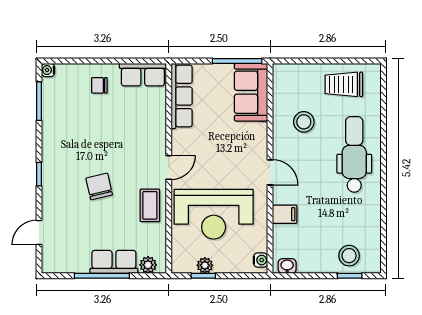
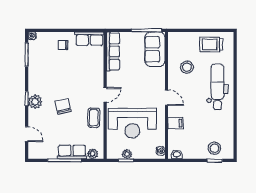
plant: (53, 179) -> (35, 102), added
door: (39, 232) -> (27, 134), swing flipped

